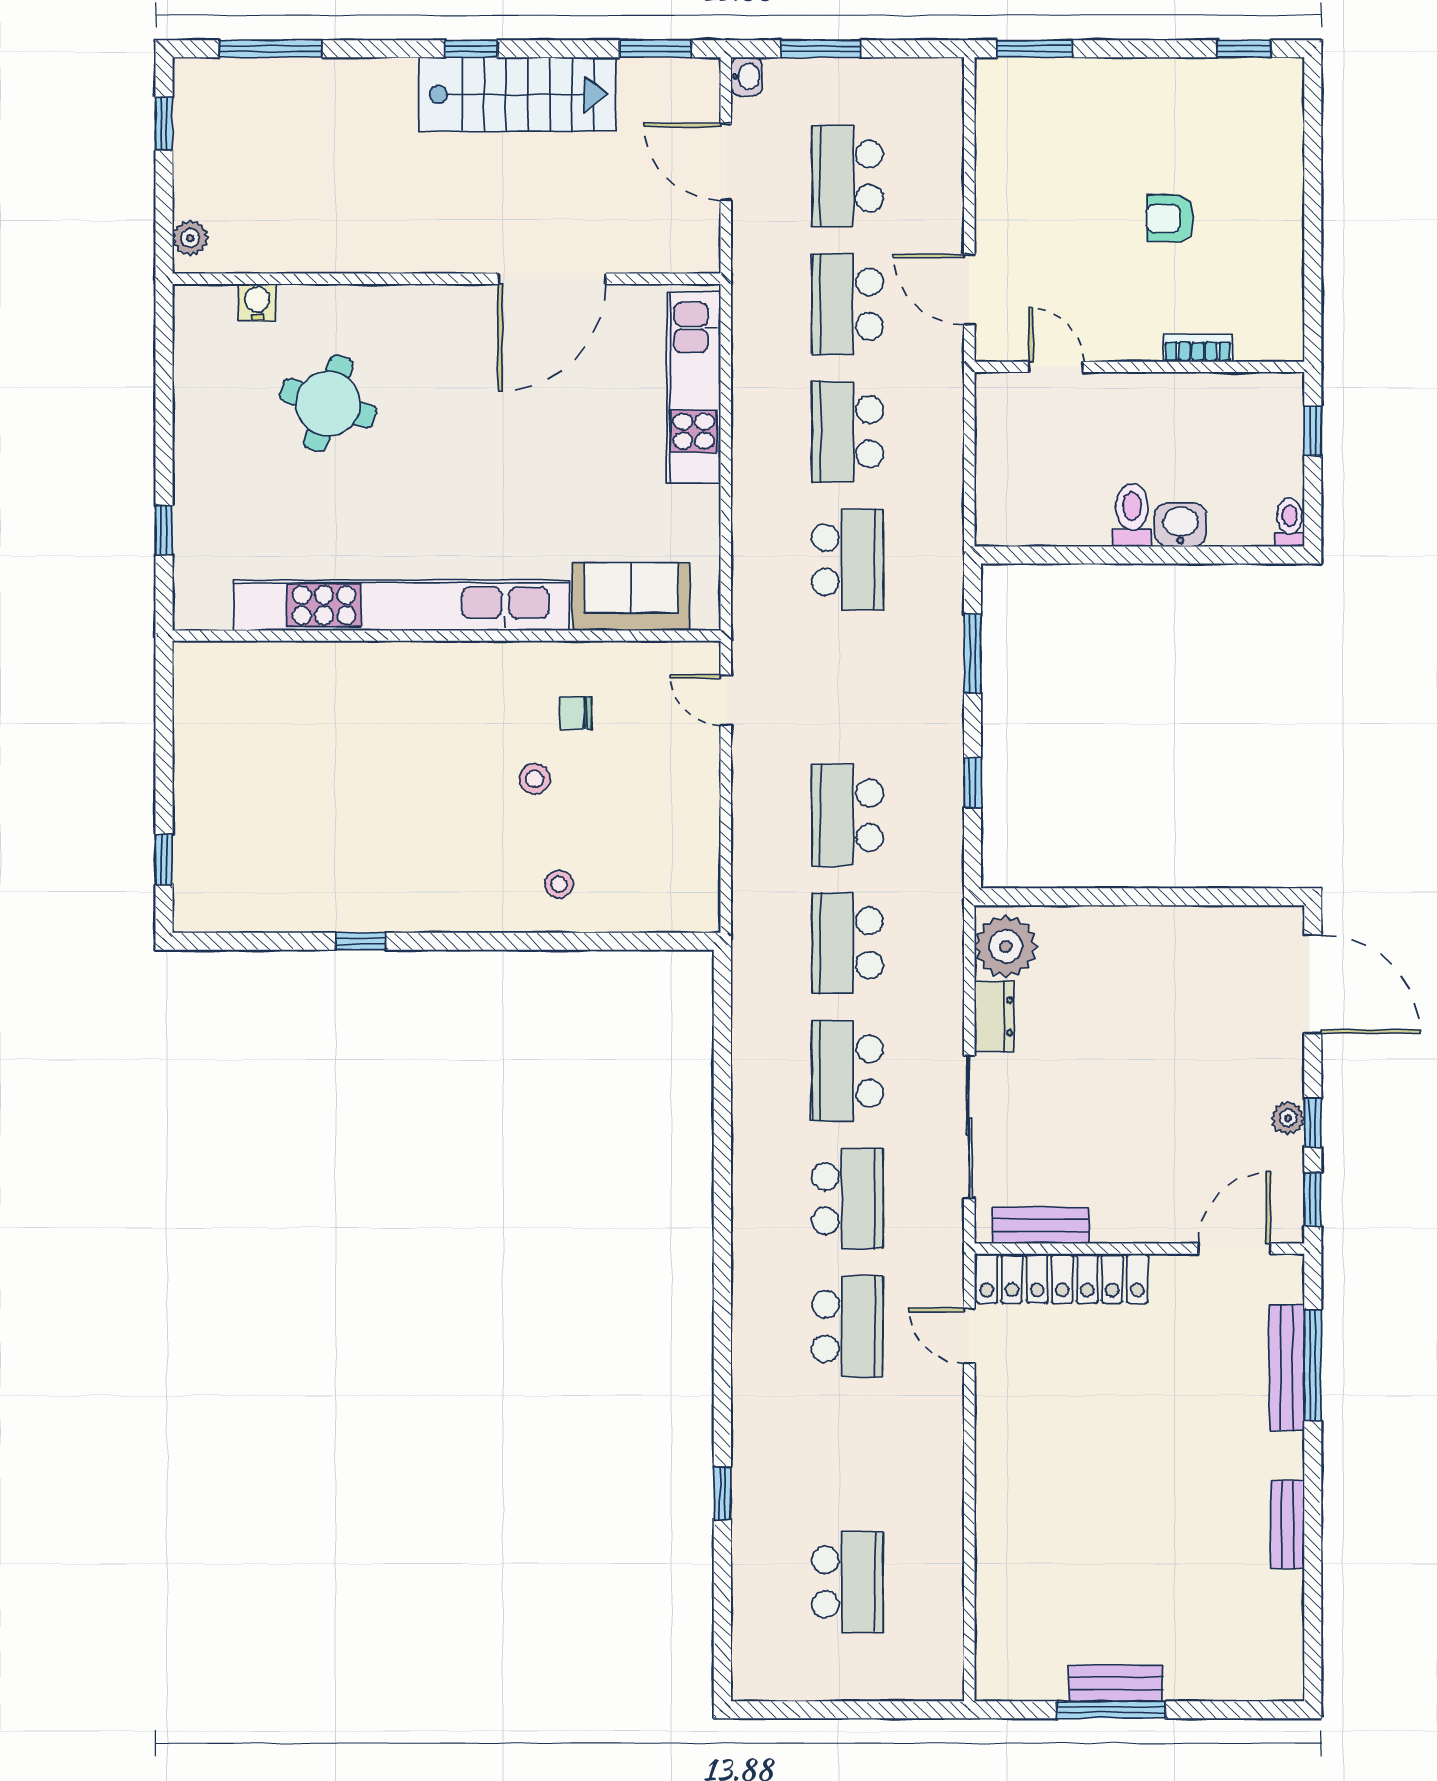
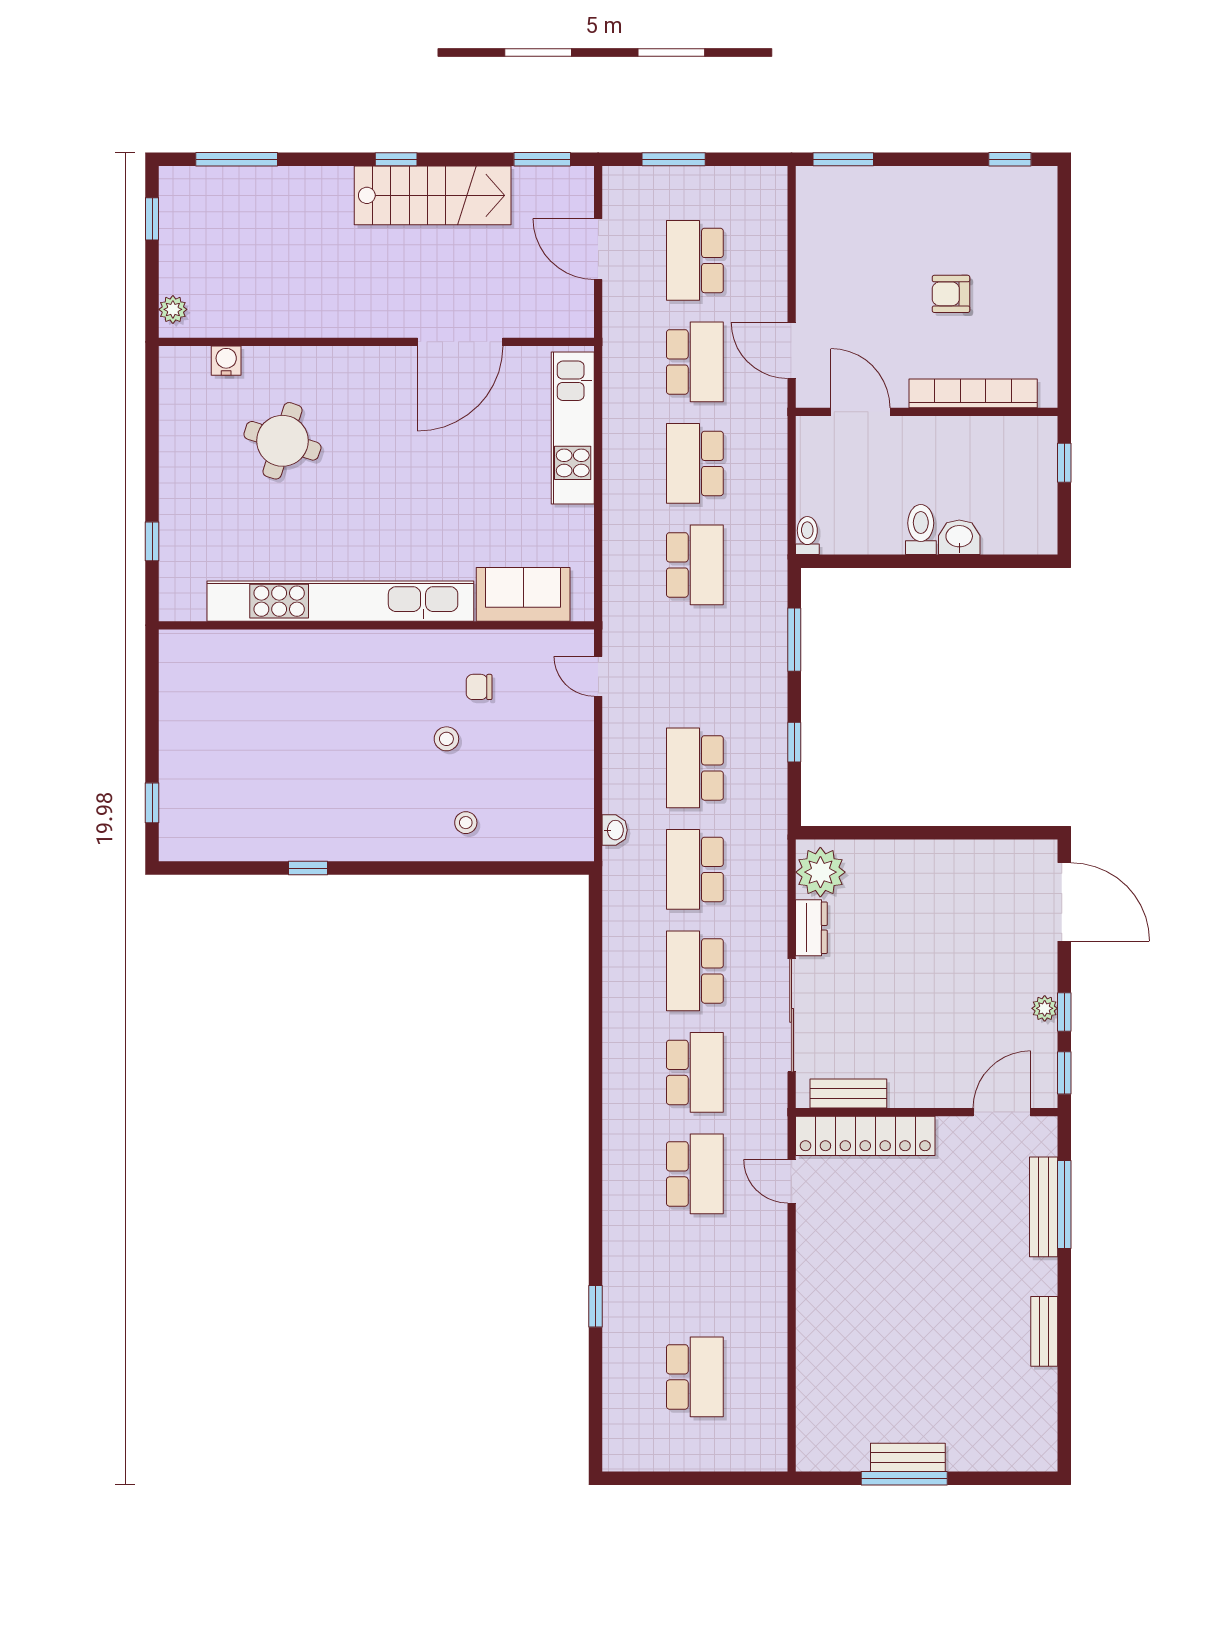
washbasin: (746, 77) -> (615, 830), moved
school desk: (847, 304) -> (695, 362), turned 180
bookcase: (1198, 348) -> (973, 393), width x2.31, depth x1.31
door: (1056, 367) -> (860, 412), width x1.37
toilet: (1290, 523) -> (807, 535), moved

